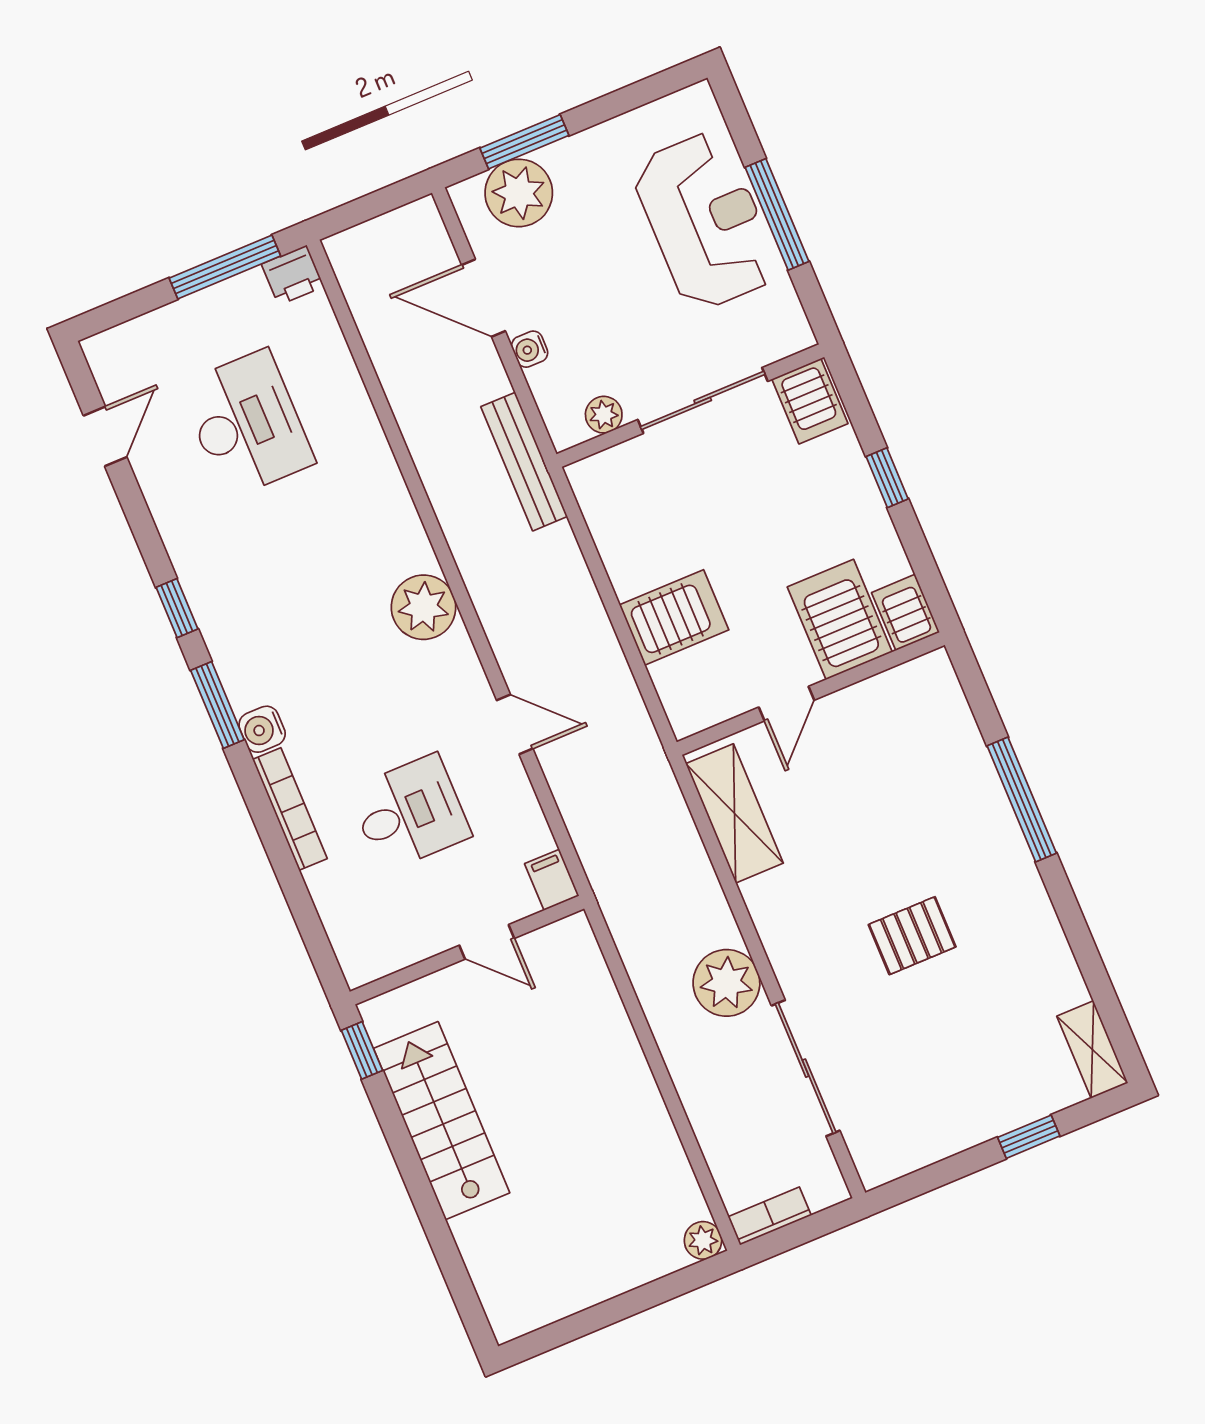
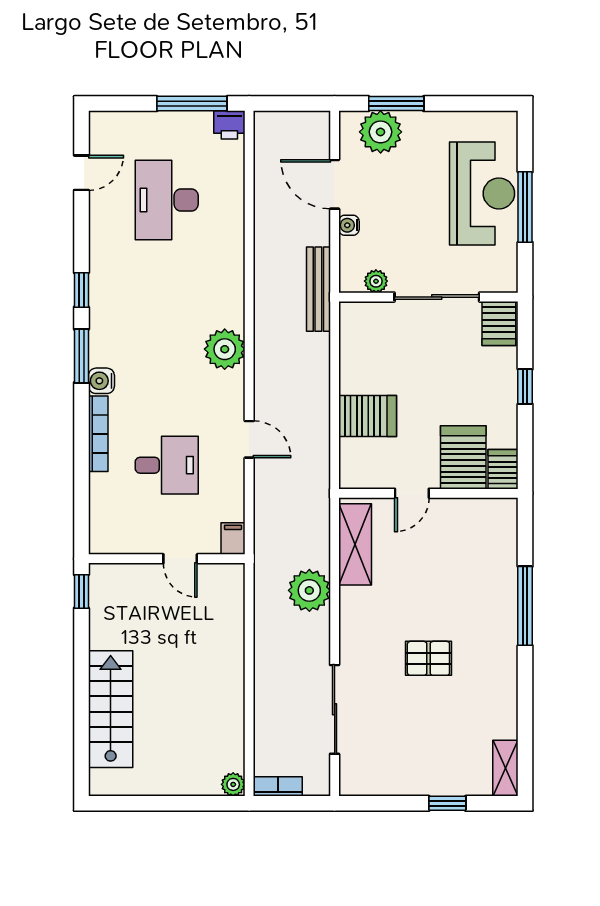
desk: (247, 424) -> (167, 200), turned 180
plant: (726, 983) -> (309, 590), moved
stairs: (442, 1121) -> (111, 709), moved

